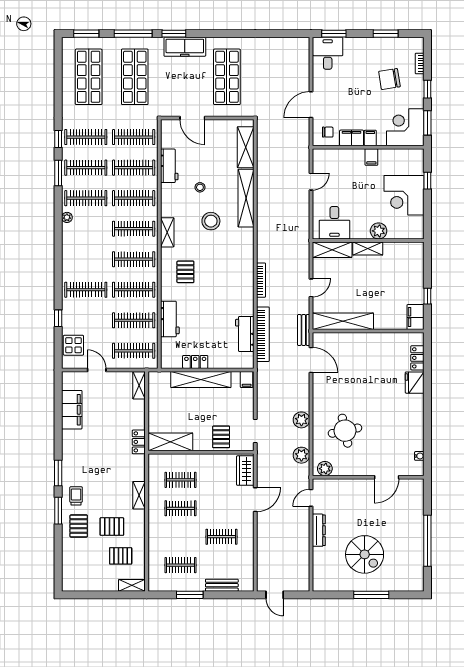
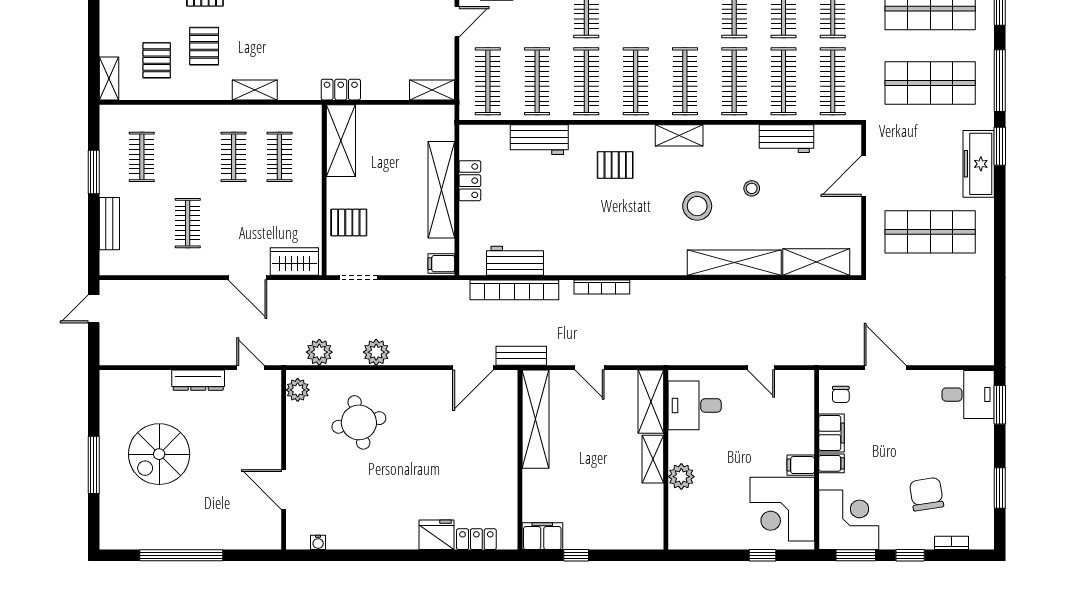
corner desk: (404, 195) -> (782, 509), moved, turned -90

